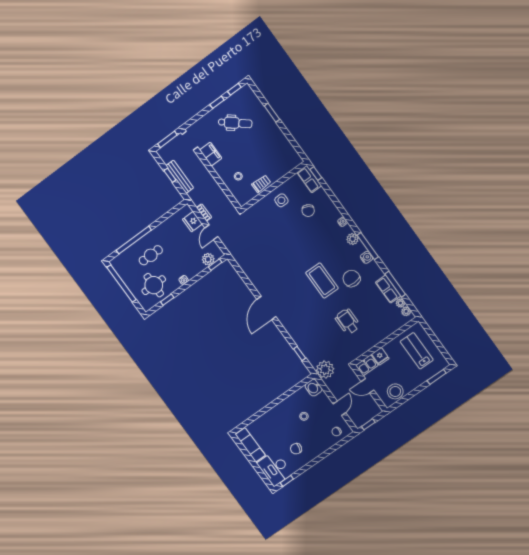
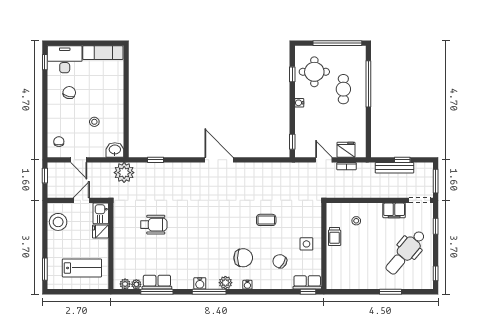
window: (217, 102) -> (436, 226), moved
dental chair: (235, 123) -> (405, 252), width x1.36, depth x1.38
plant: (208, 259) -> (302, 139), removed
chair: (351, 278) -> (243, 258), moved
coffee table: (322, 281) -> (266, 220), moved, width x0.54, depth x0.58

